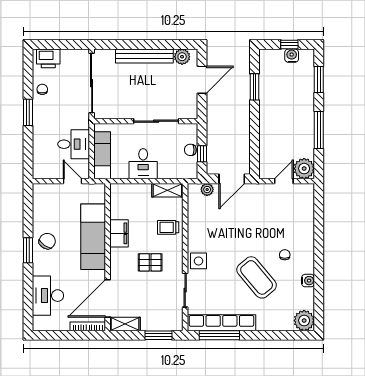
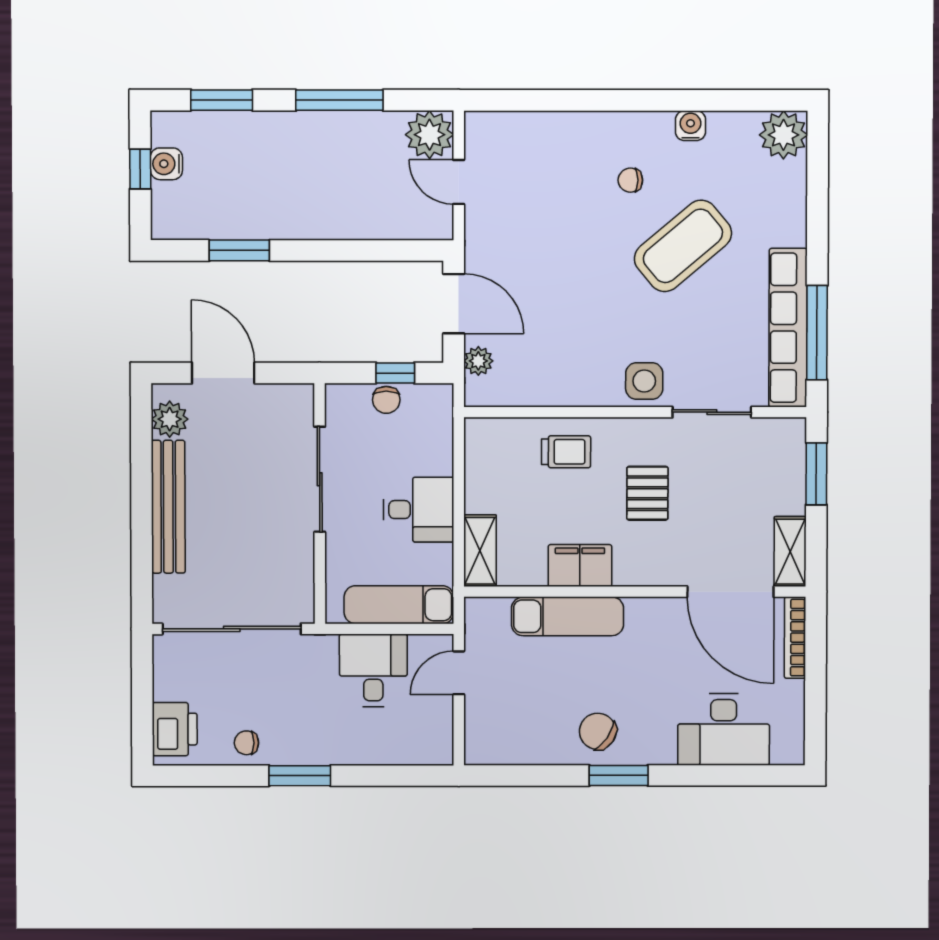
shelving: (167, 190) -> (480, 551), moved
trolley: (168, 227) -> (566, 452), turned -90
exam couch: (93, 237) -> (568, 616), width x0.73, depth x0.69

